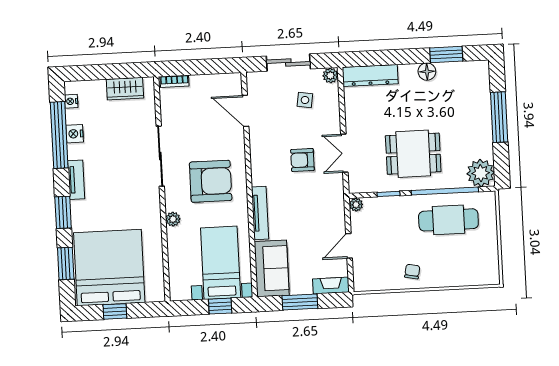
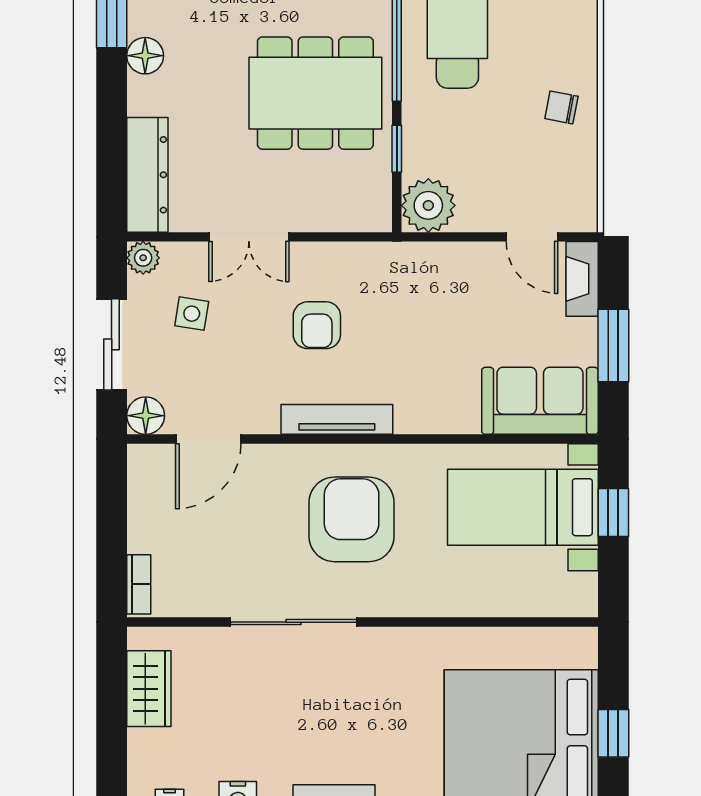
floor lamp: (255, 80) -> (146, 416), added
double door: (344, 153) -> (249, 237), moved
dining table: (413, 154) -> (315, 93), width x1.38
plant: (356, 205) -> (428, 205), width x1.88, depth x1.88
tv unit: (260, 213) -> (337, 419), moved
plant: (173, 219) -> (427, 602), removed
door: (349, 246) -> (532, 237), moved

